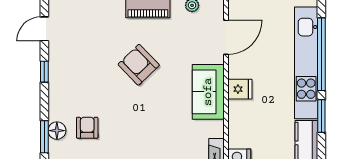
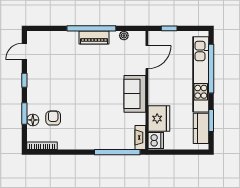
armchair: (139, 65) -> (88, 76), removed
fridge: (240, 89) -> (159, 119), moved, width x1.88, depth x1.34
window: (321, 116) -> (211, 121), moved
window: (44, 137) -> (24, 114), moved

